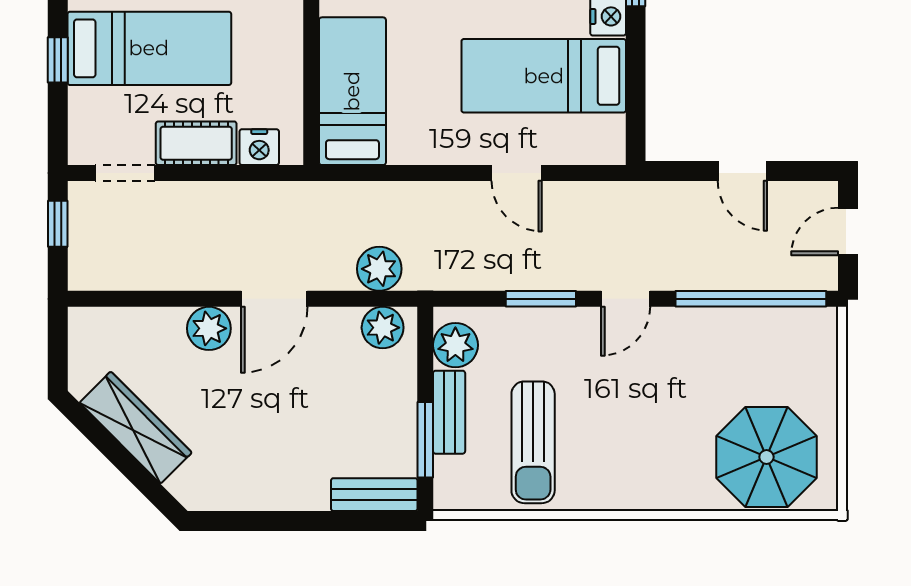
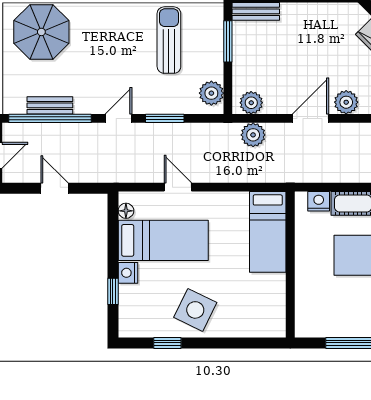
floor lamp: (612, 130) -> (126, 211), added
bench: (449, 412) -> (50, 105), moved, turned 90

